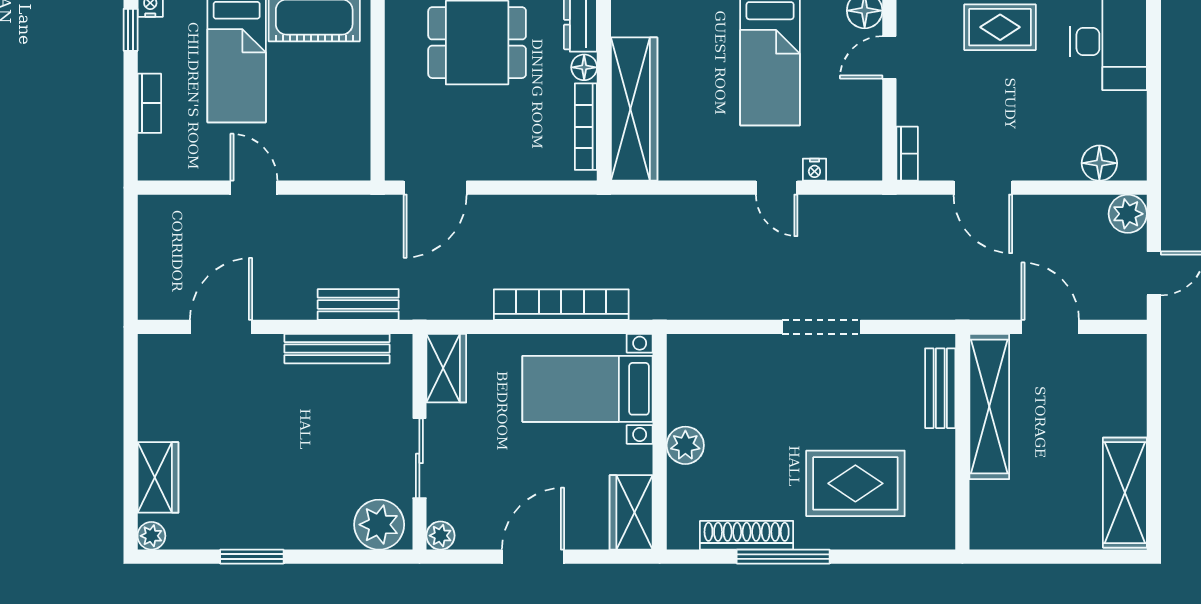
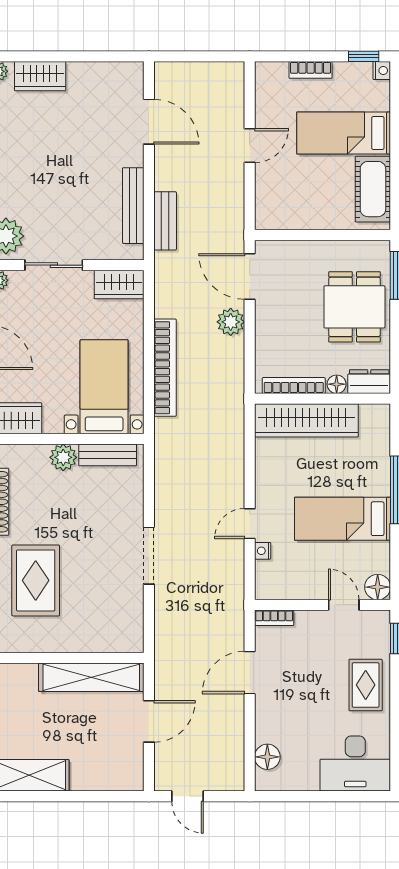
plant: (1128, 214) -> (231, 322), moved
bench: (940, 388) -> (108, 455), moved

